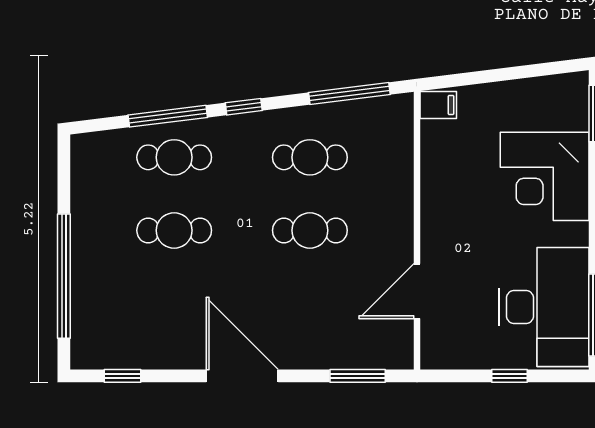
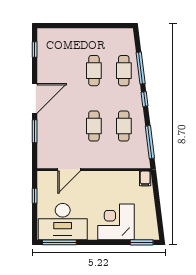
window: (64, 276) -> (75, 26), removed
door: (417, 291) -> (69, 170), swing flipped
window: (358, 376) -> (35, 131), moved
window: (510, 376) -> (35, 196), moved

